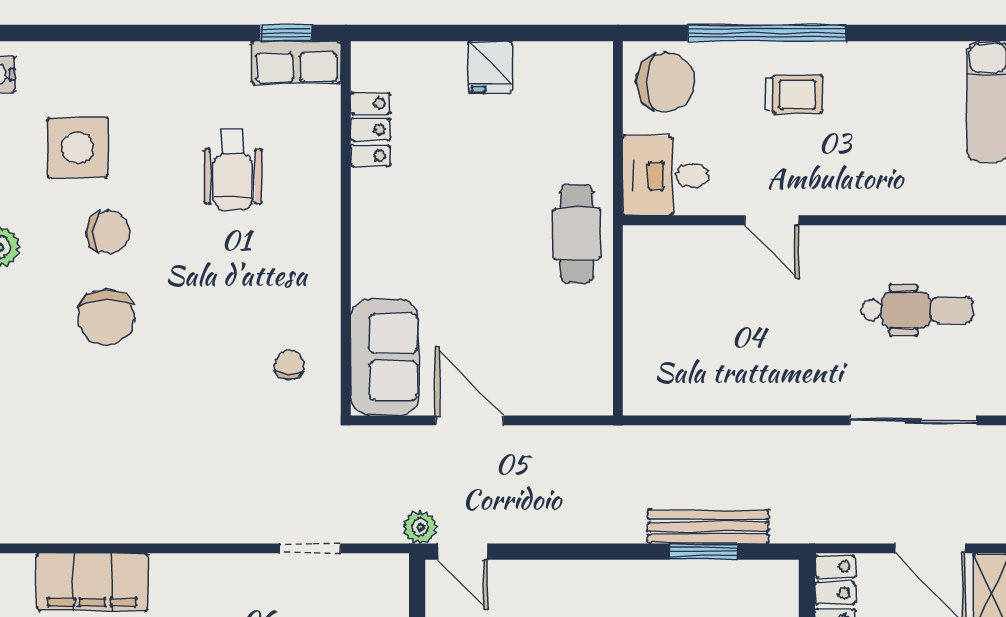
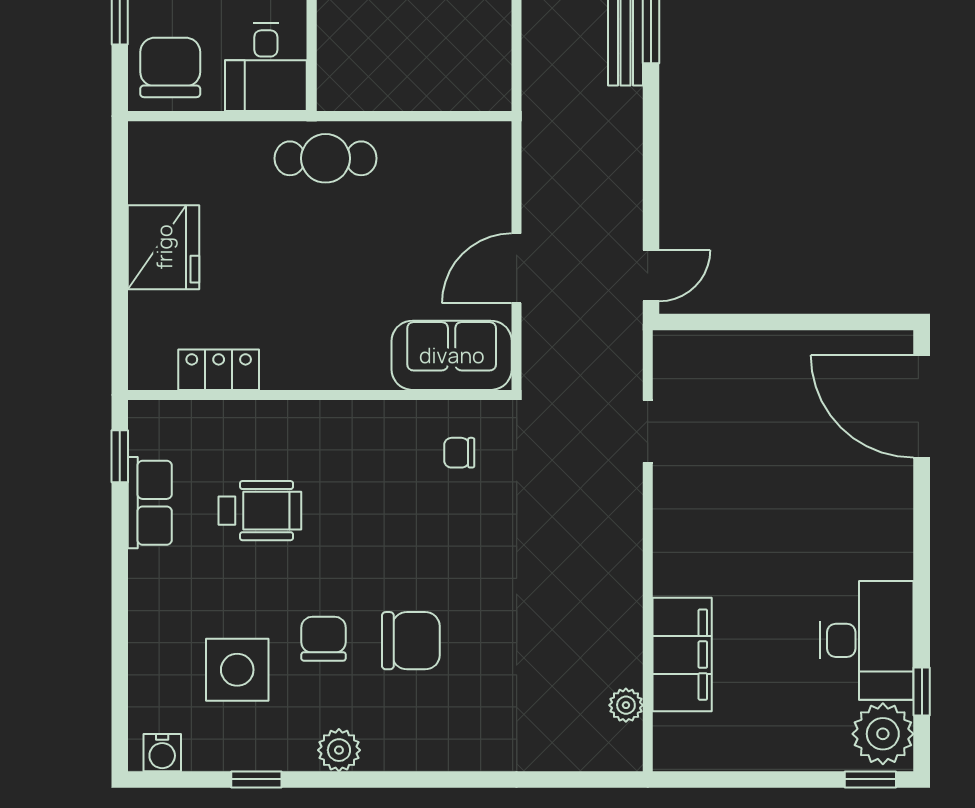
row of seats: (296, 62) -> (150, 503), moved
fridge: (490, 67) -> (164, 247), width x1.88, depth x1.34
plant: (420, 527) -> (626, 705), moved

